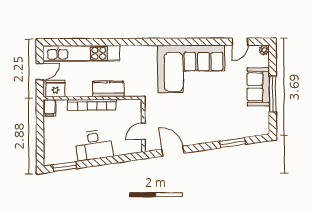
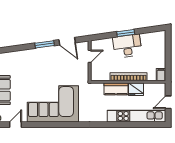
fridge: (55, 89) -> (136, 89), moved
window: (233, 143) -> (45, 44), moved
window: (65, 167) -> (126, 33), moved

